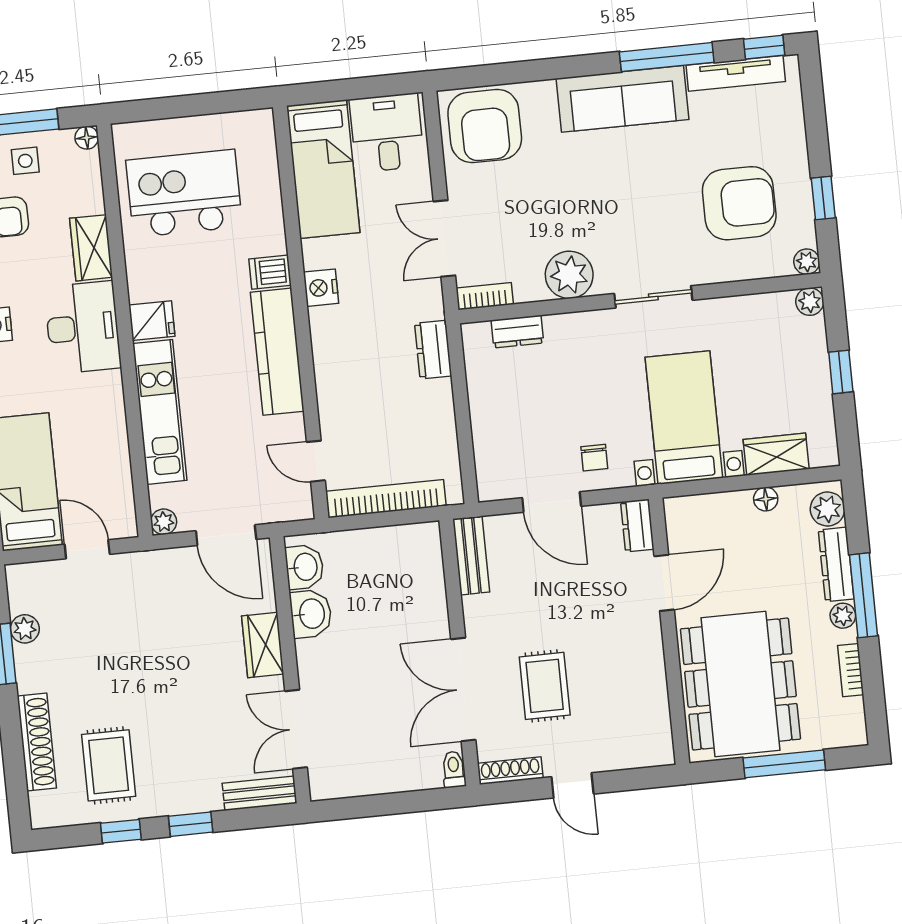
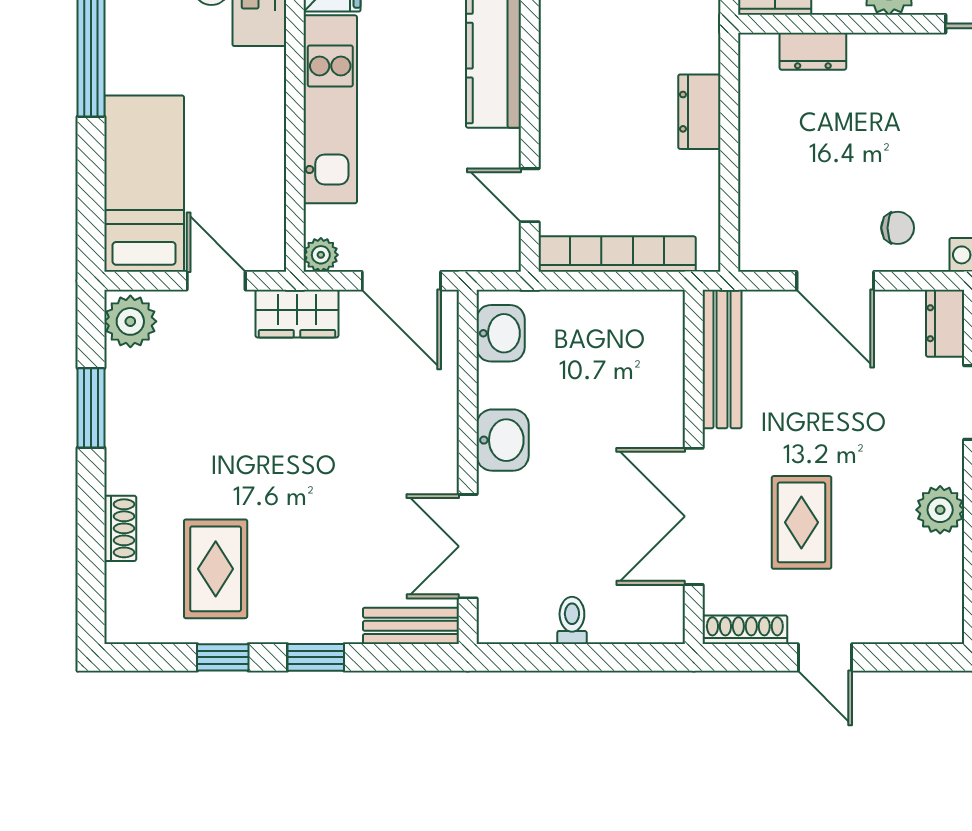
dresser: (433, 350) -> (699, 112), moved
chair: (594, 458) -> (898, 228), turned -90
bench: (471, 555) -> (722, 359), width x1.36
washbasin: (311, 614) -> (503, 440), moved
plant: (25, 629) -> (130, 321), moved, width x1.38, depth x1.38
wardrobe: (263, 645) -> (297, 314), moved, turned -90
plant: (648, 666) -> (940, 510), added
shoe rack: (37, 742) -> (120, 528), width x0.51, depth x0.81
toilet: (454, 769) -> (572, 620), moved

